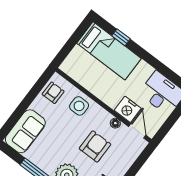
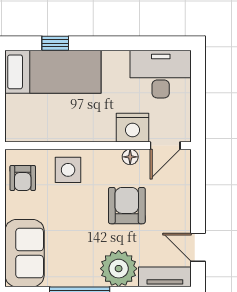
armchair: (53, 93) -> (23, 178), turned 180
door: (137, 131) -> (165, 146), swing flipped

